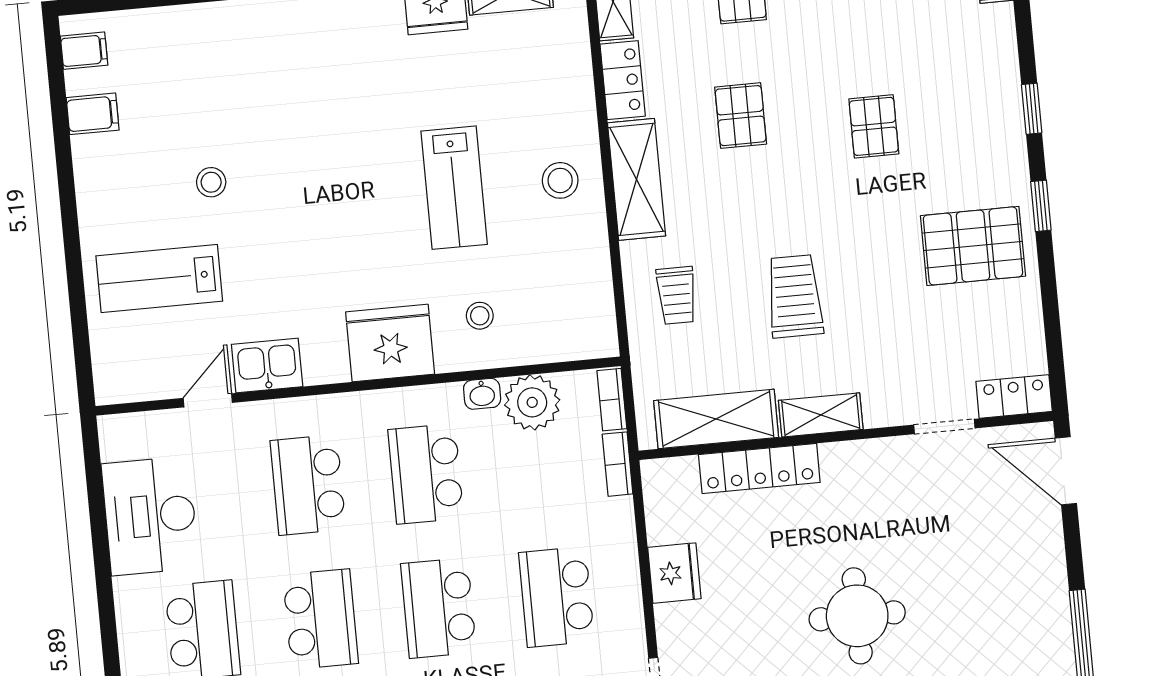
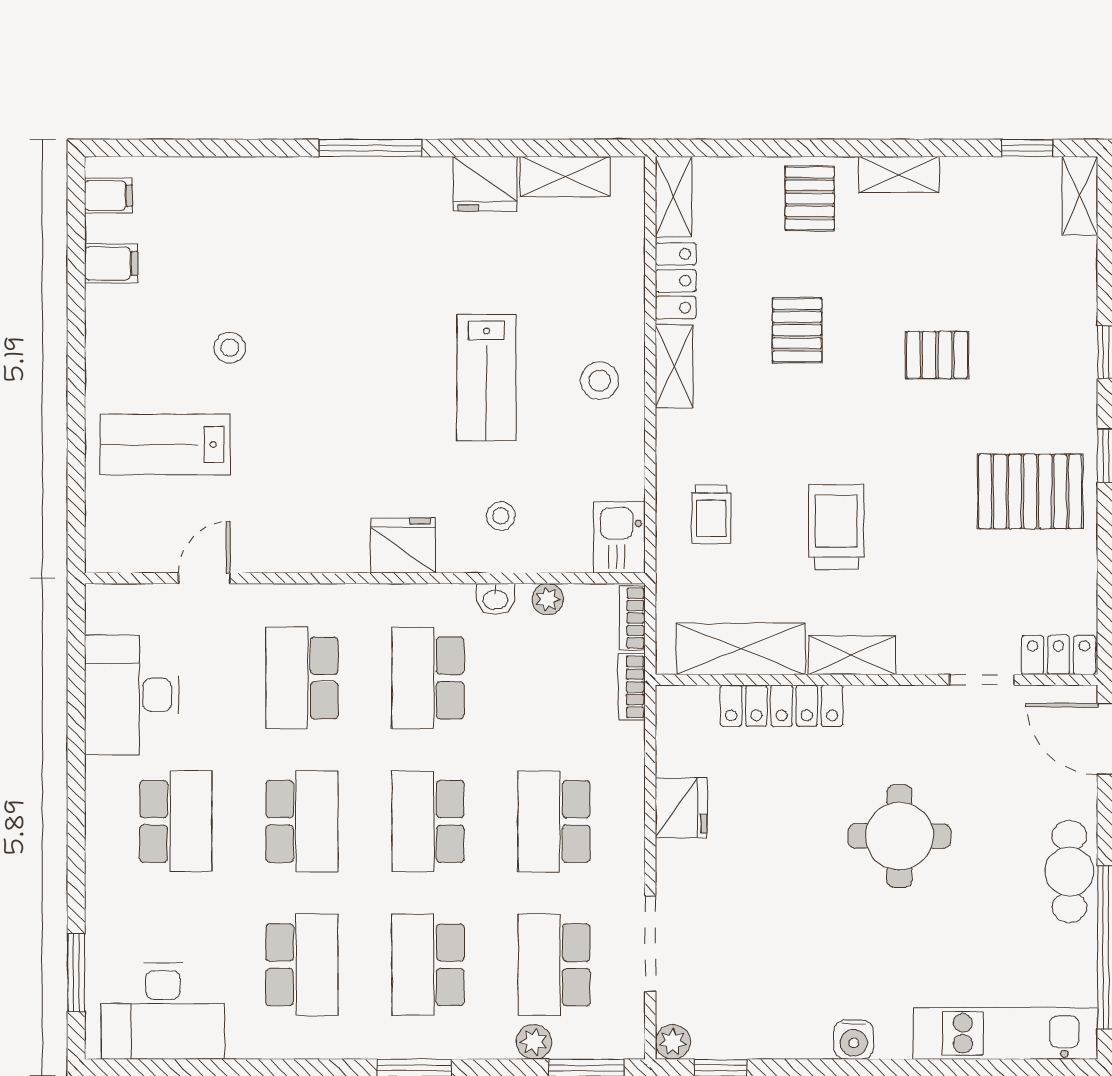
pallet: (874, 126) -> (937, 355), turned 90
shelving: (636, 179) -> (674, 366), width x0.67, depth x0.75
fridge: (390, 343) -> (403, 545), width x0.73, depth x0.75
kitchen sink: (267, 365) -> (619, 537), moved, turned -90
plant: (532, 402) -> (548, 599), width x0.53, depth x0.53
cafe table: (1043, 598) -> (1069, 872), added
round table: (857, 616) -> (899, 836), moved

